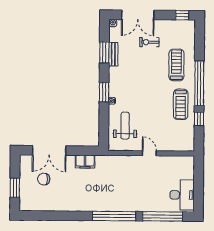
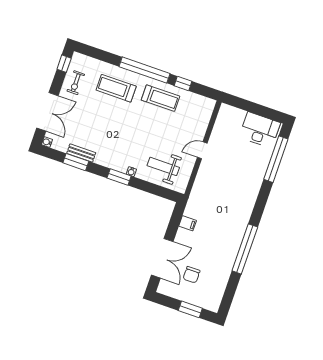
exercise bike: (149, 42) -> (76, 83), moved
filing cabinet: (85, 162) -> (188, 223), width x0.50
window: (114, 216) -> (245, 249), moved

